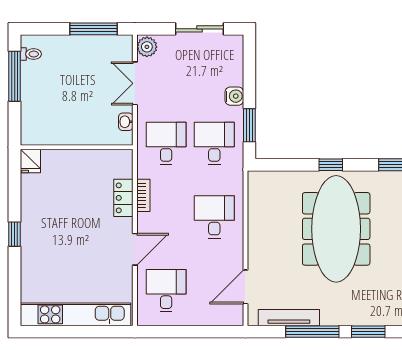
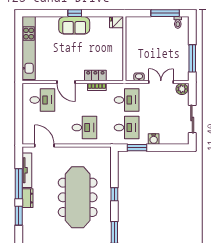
meeting table: (336, 229) -> (78, 197), turned 90
sofa: (36, 235) -> (74, 25), added
dresser: (338, 316) -> (28, 198), added

